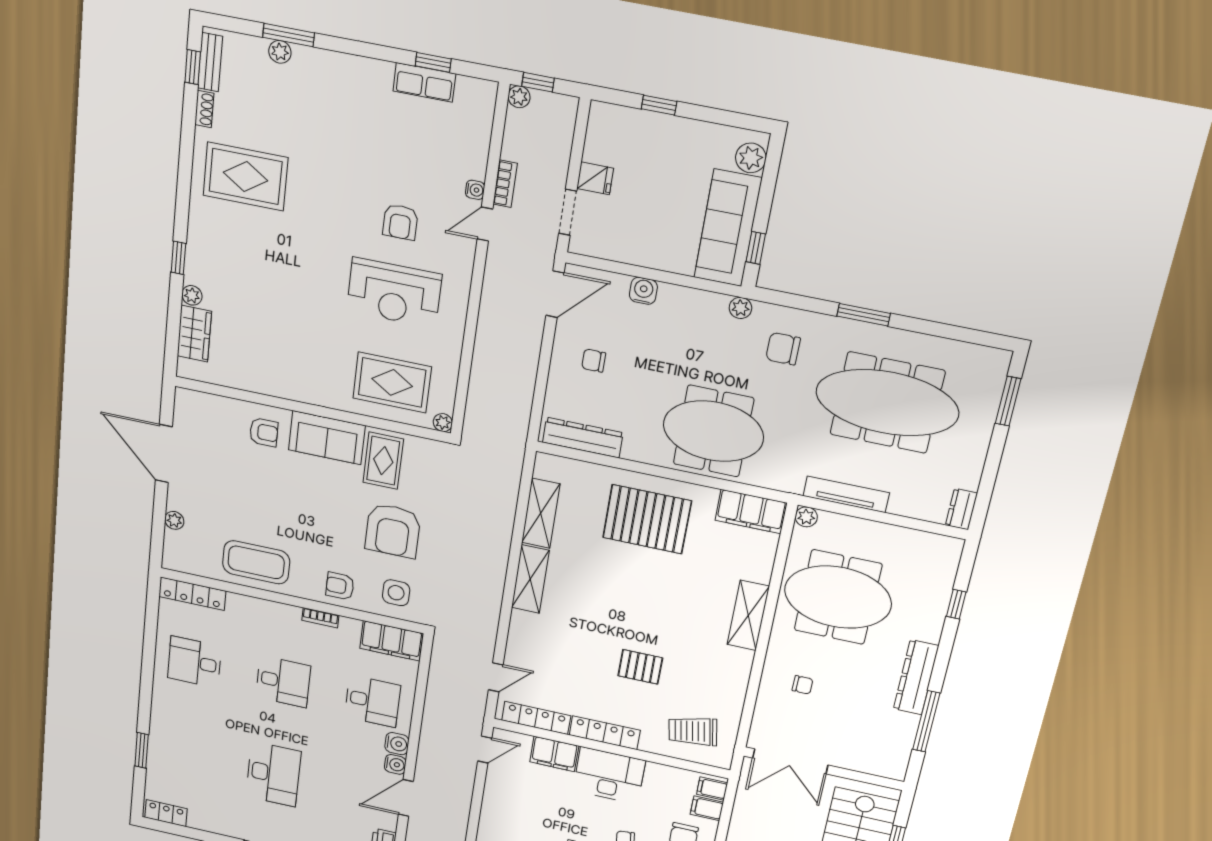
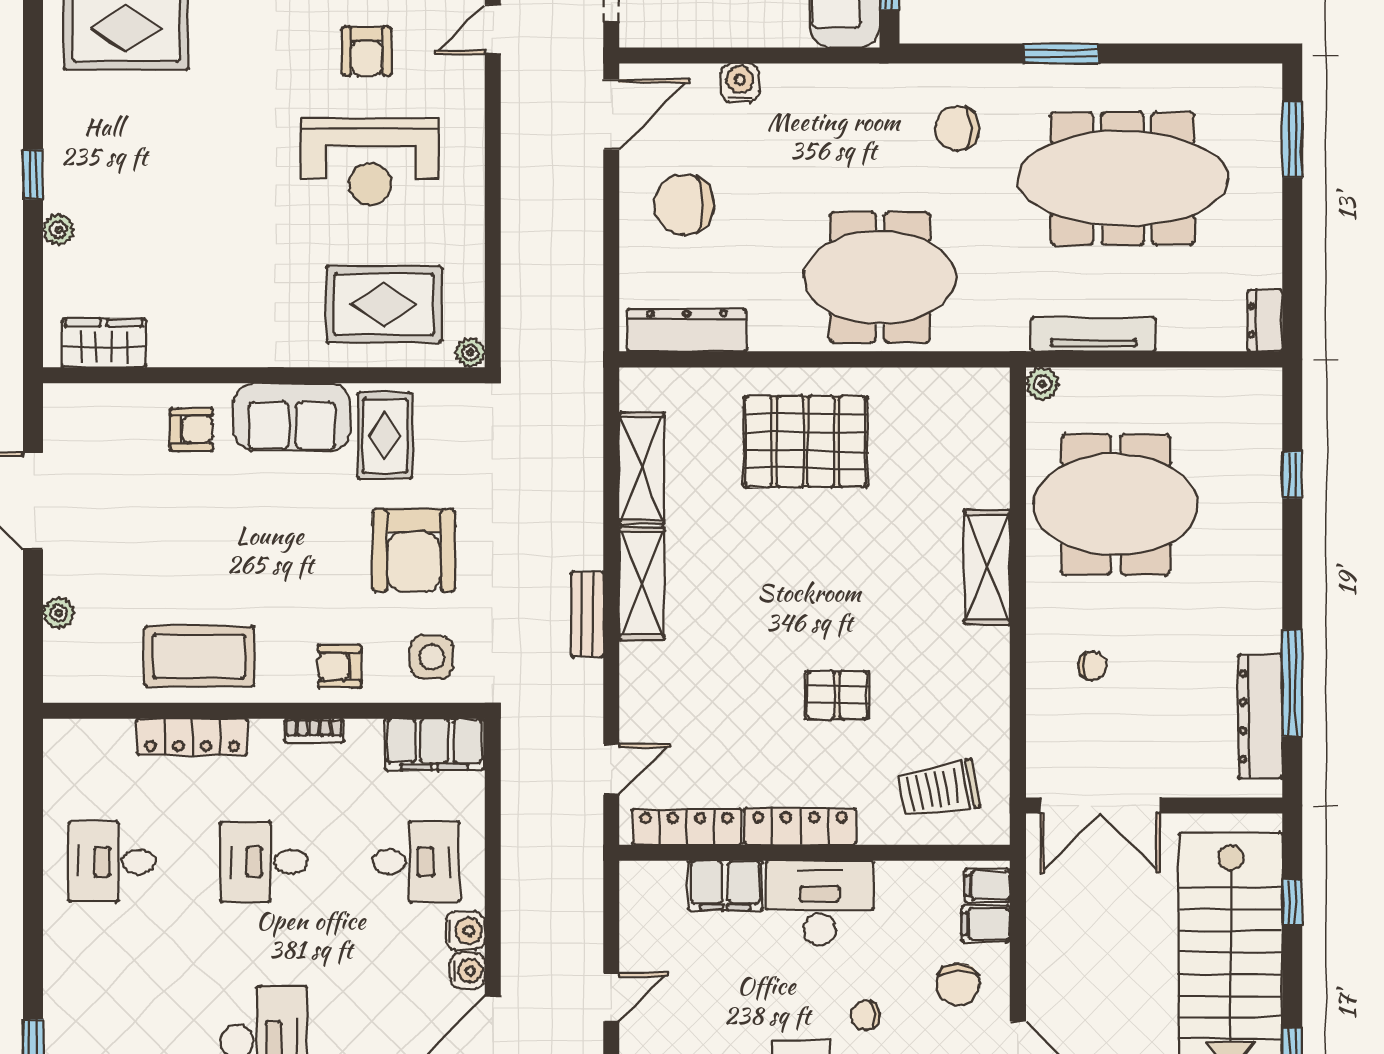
plant: (740, 308) -> (884, 80), removed
wardrobe: (194, 334) -> (104, 343), moved, turned -90
chair: (594, 361) -> (684, 205), width x1.87, depth x1.87
filing cabinet: (751, 512) -> (959, 394), removed
bench: (494, 589) -> (587, 614), added
locker: (192, 594) -> (192, 737), moved
dresser: (916, 677) -> (1260, 716), moved
desk: (283, 682) -> (264, 862), turned 180
door: (485, 750) -> (611, 997), moved

